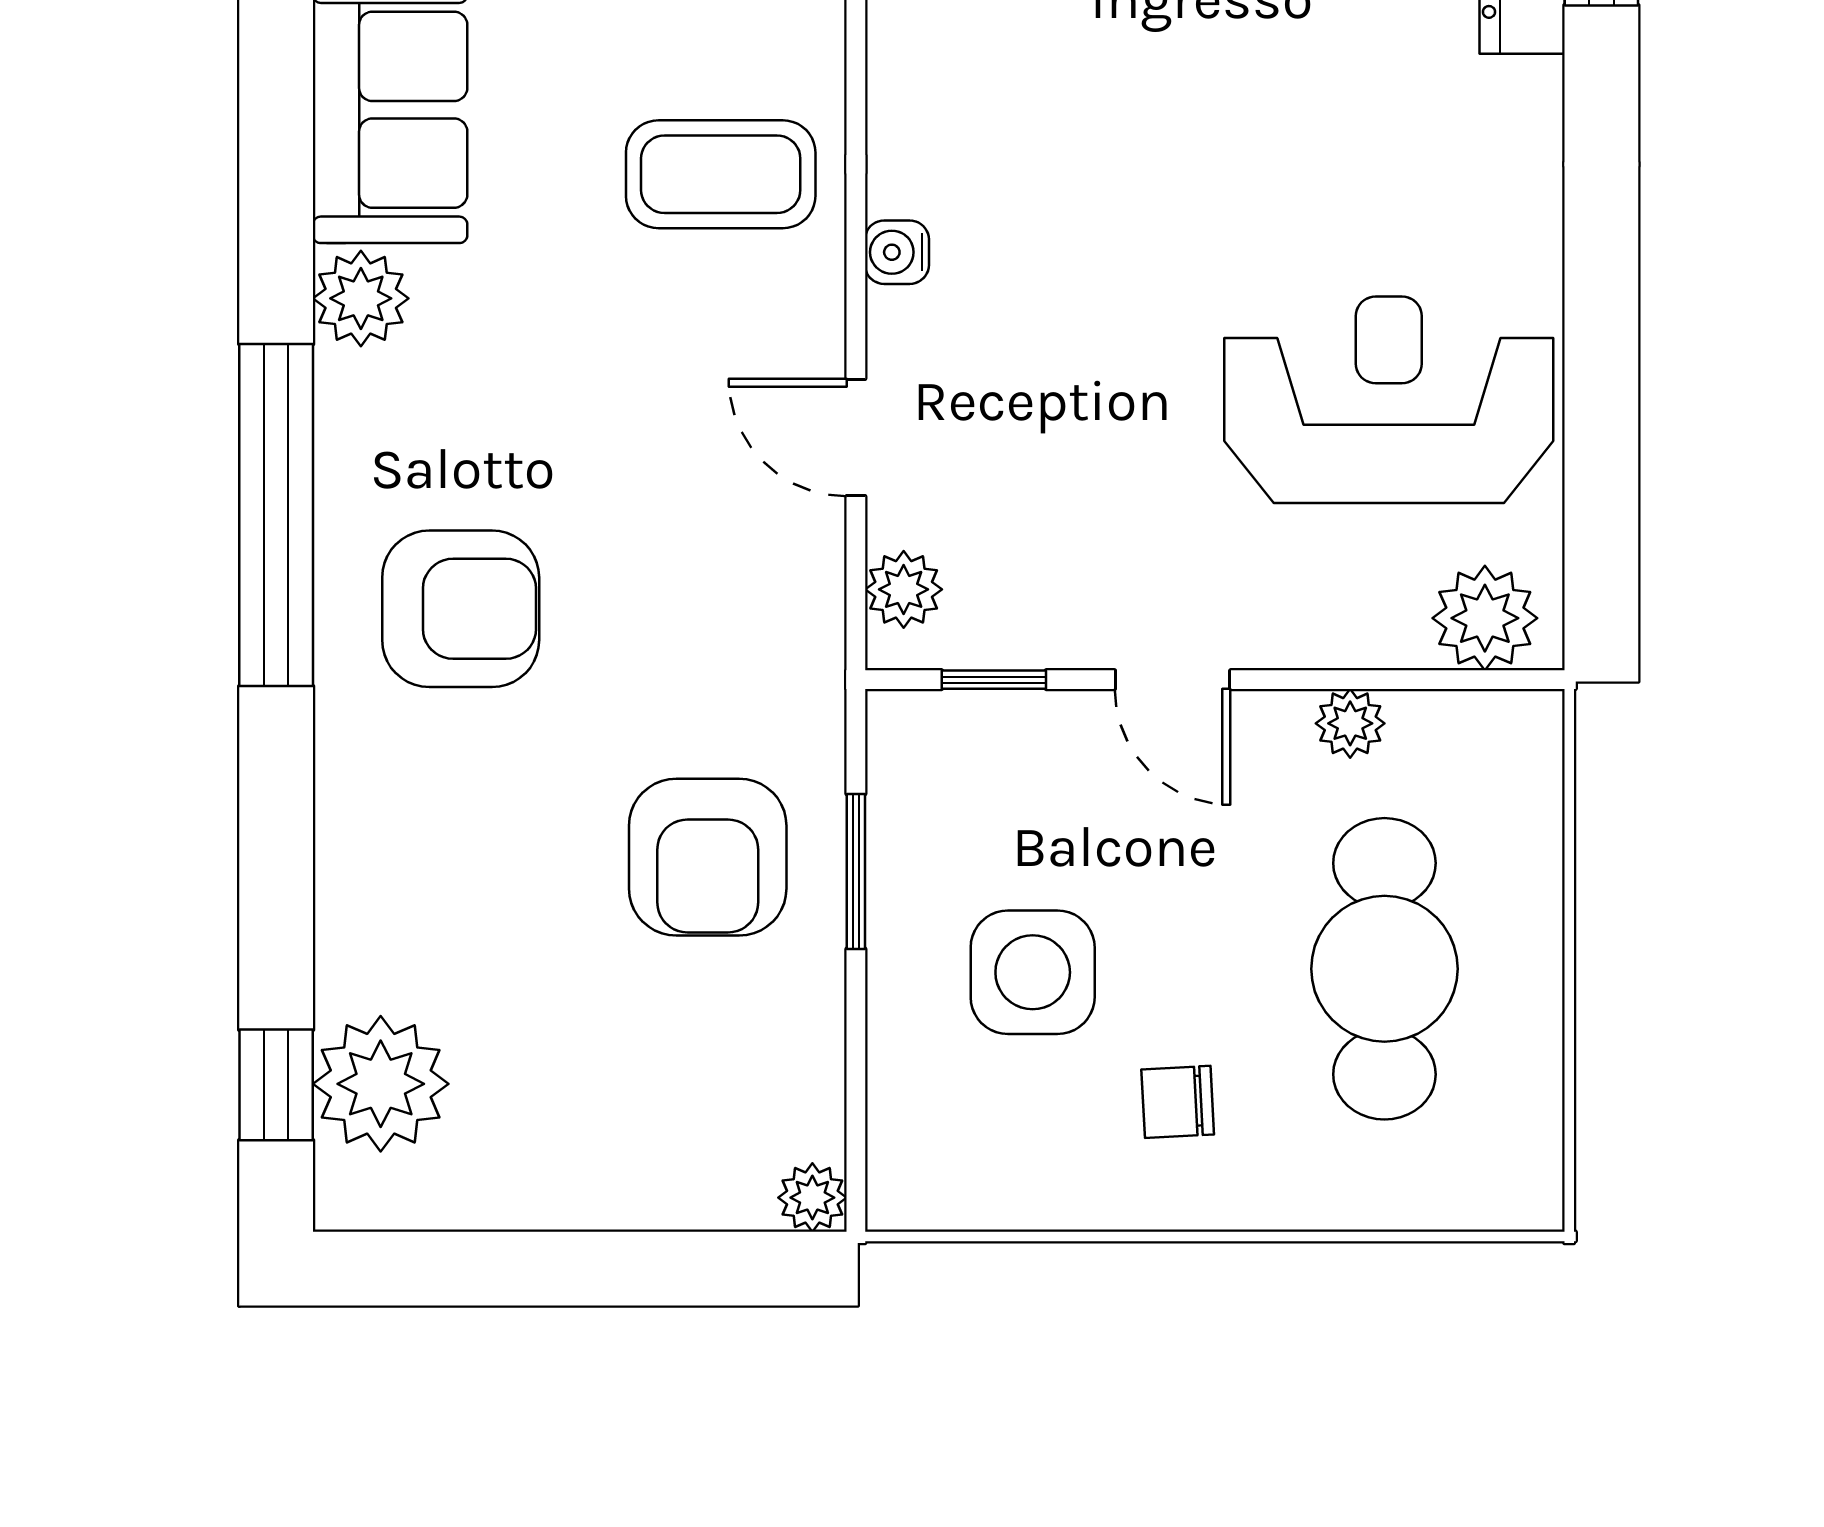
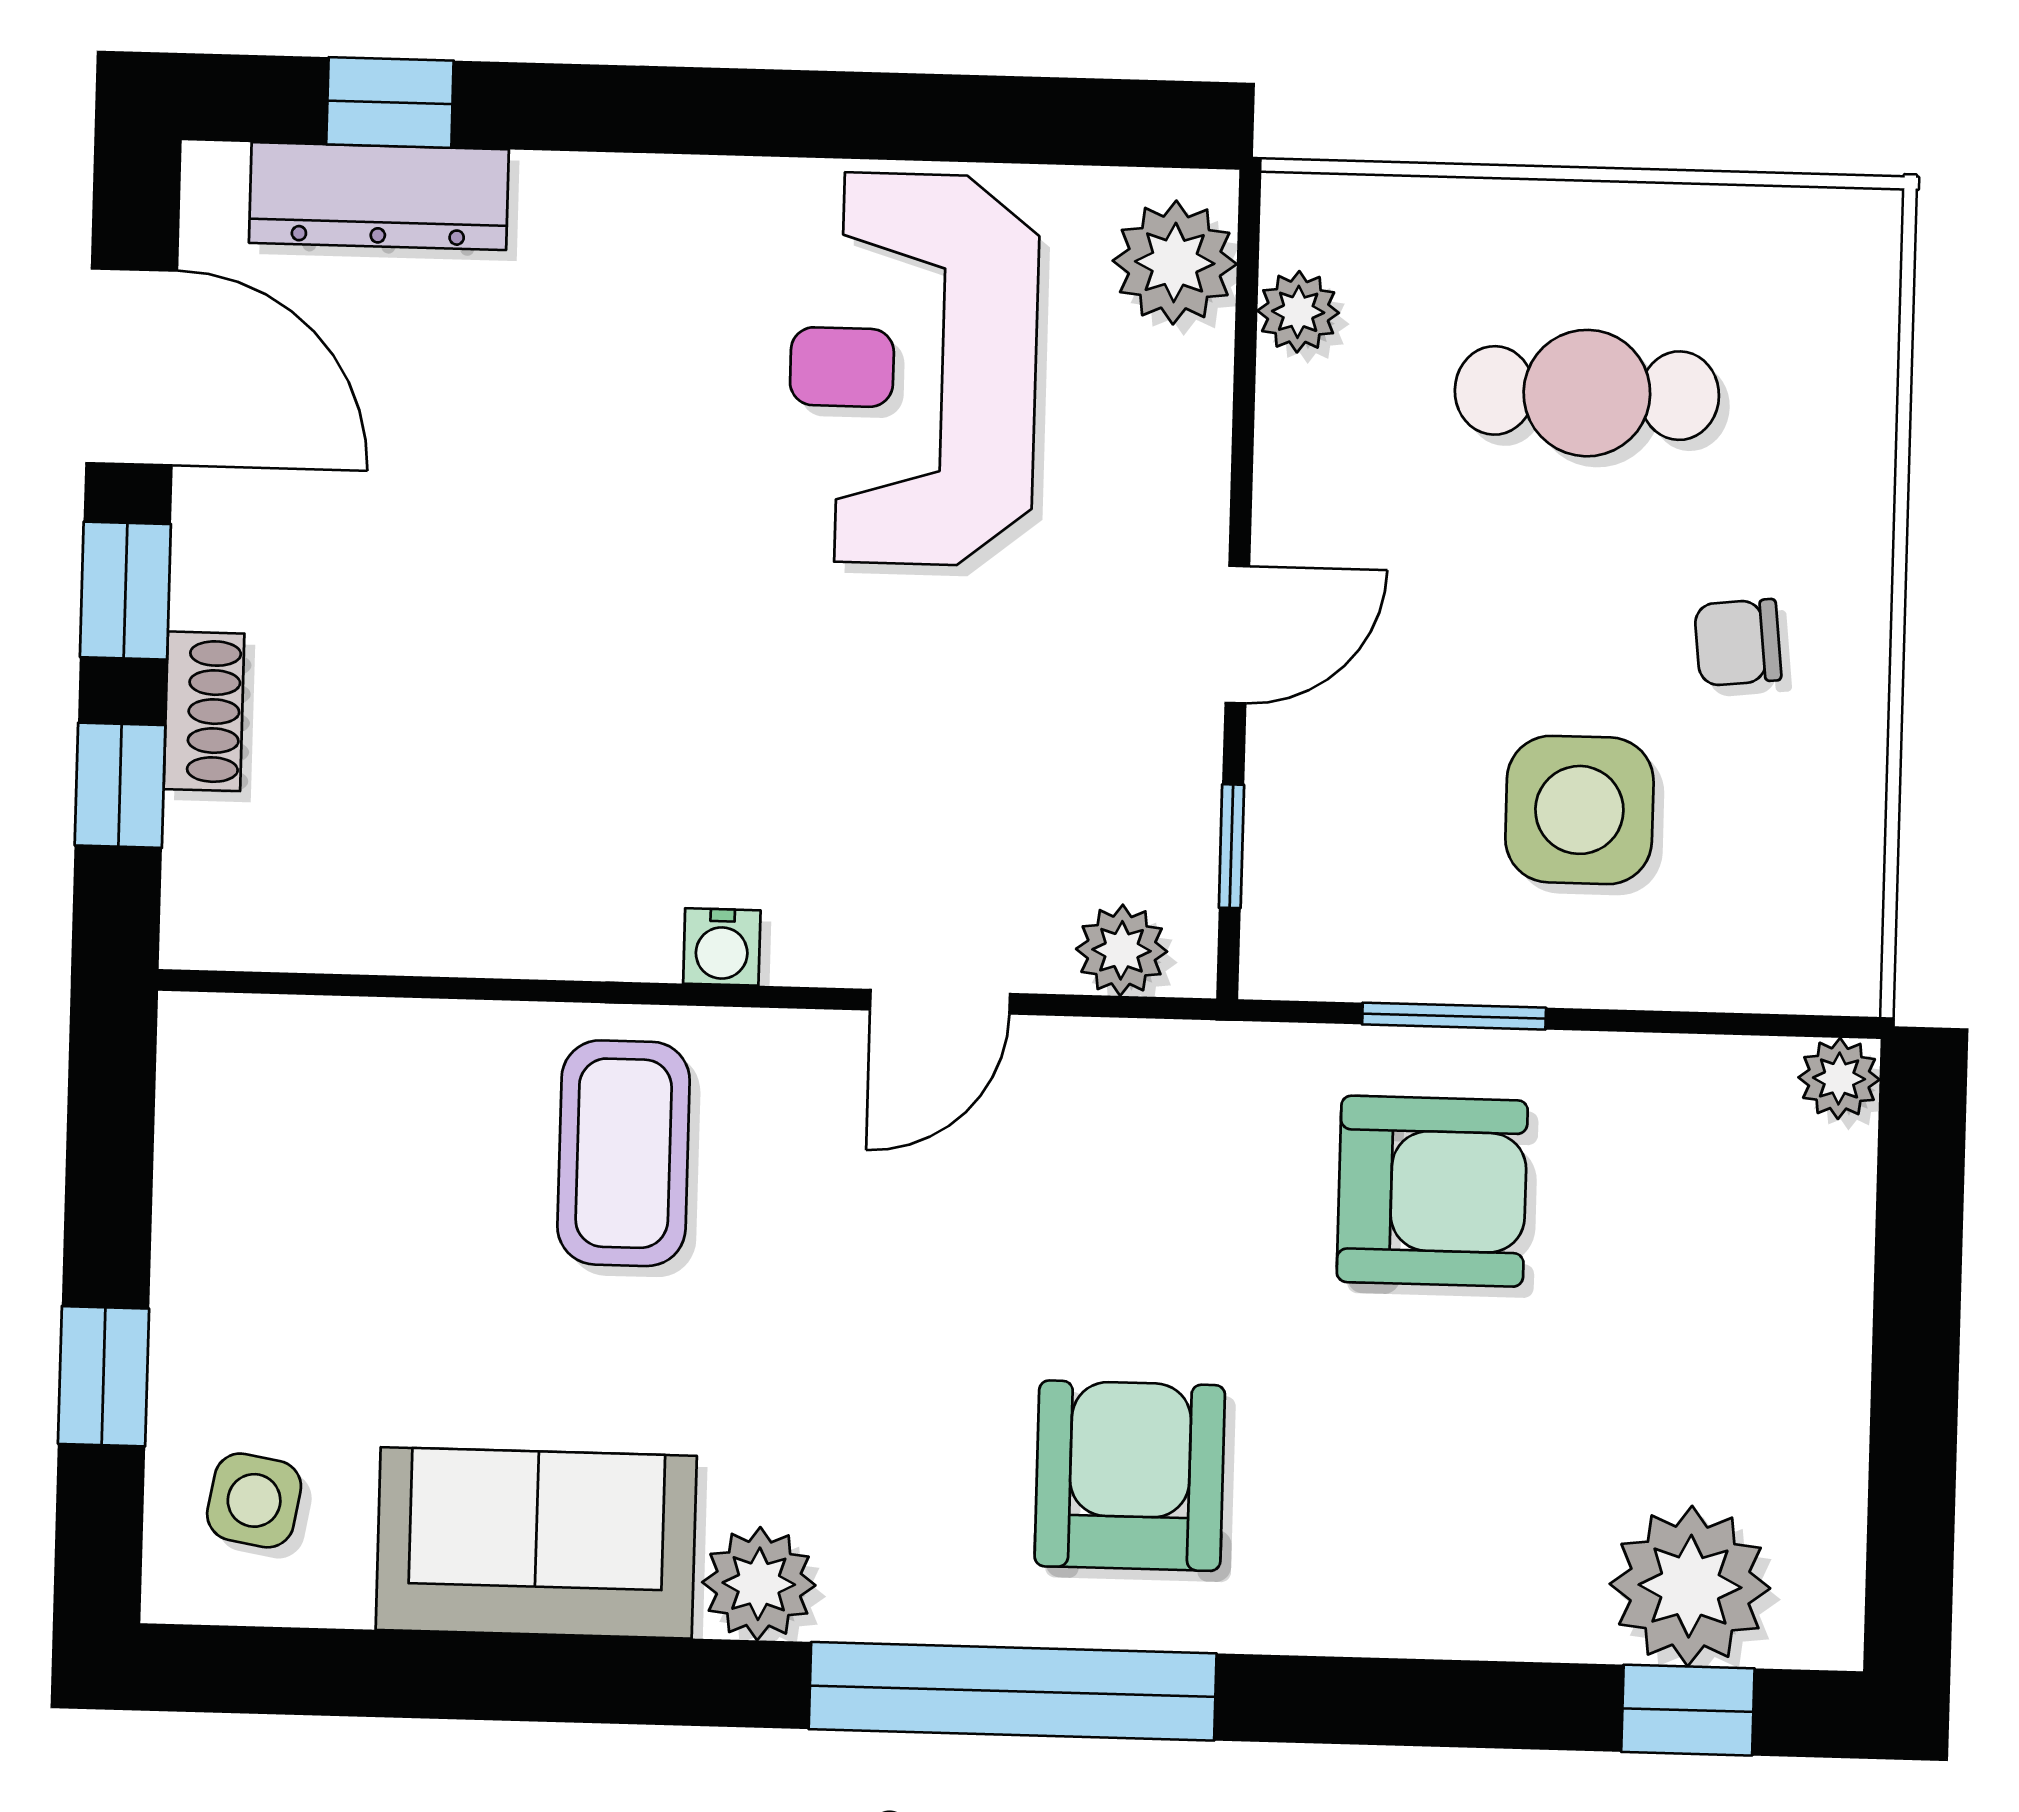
plant: (1350, 723) -> (1298, 312), moved
cafe table: (1384, 969) -> (1587, 393), width x0.73, depth x0.74
chair: (1178, 1102) -> (1738, 642), turned 87

